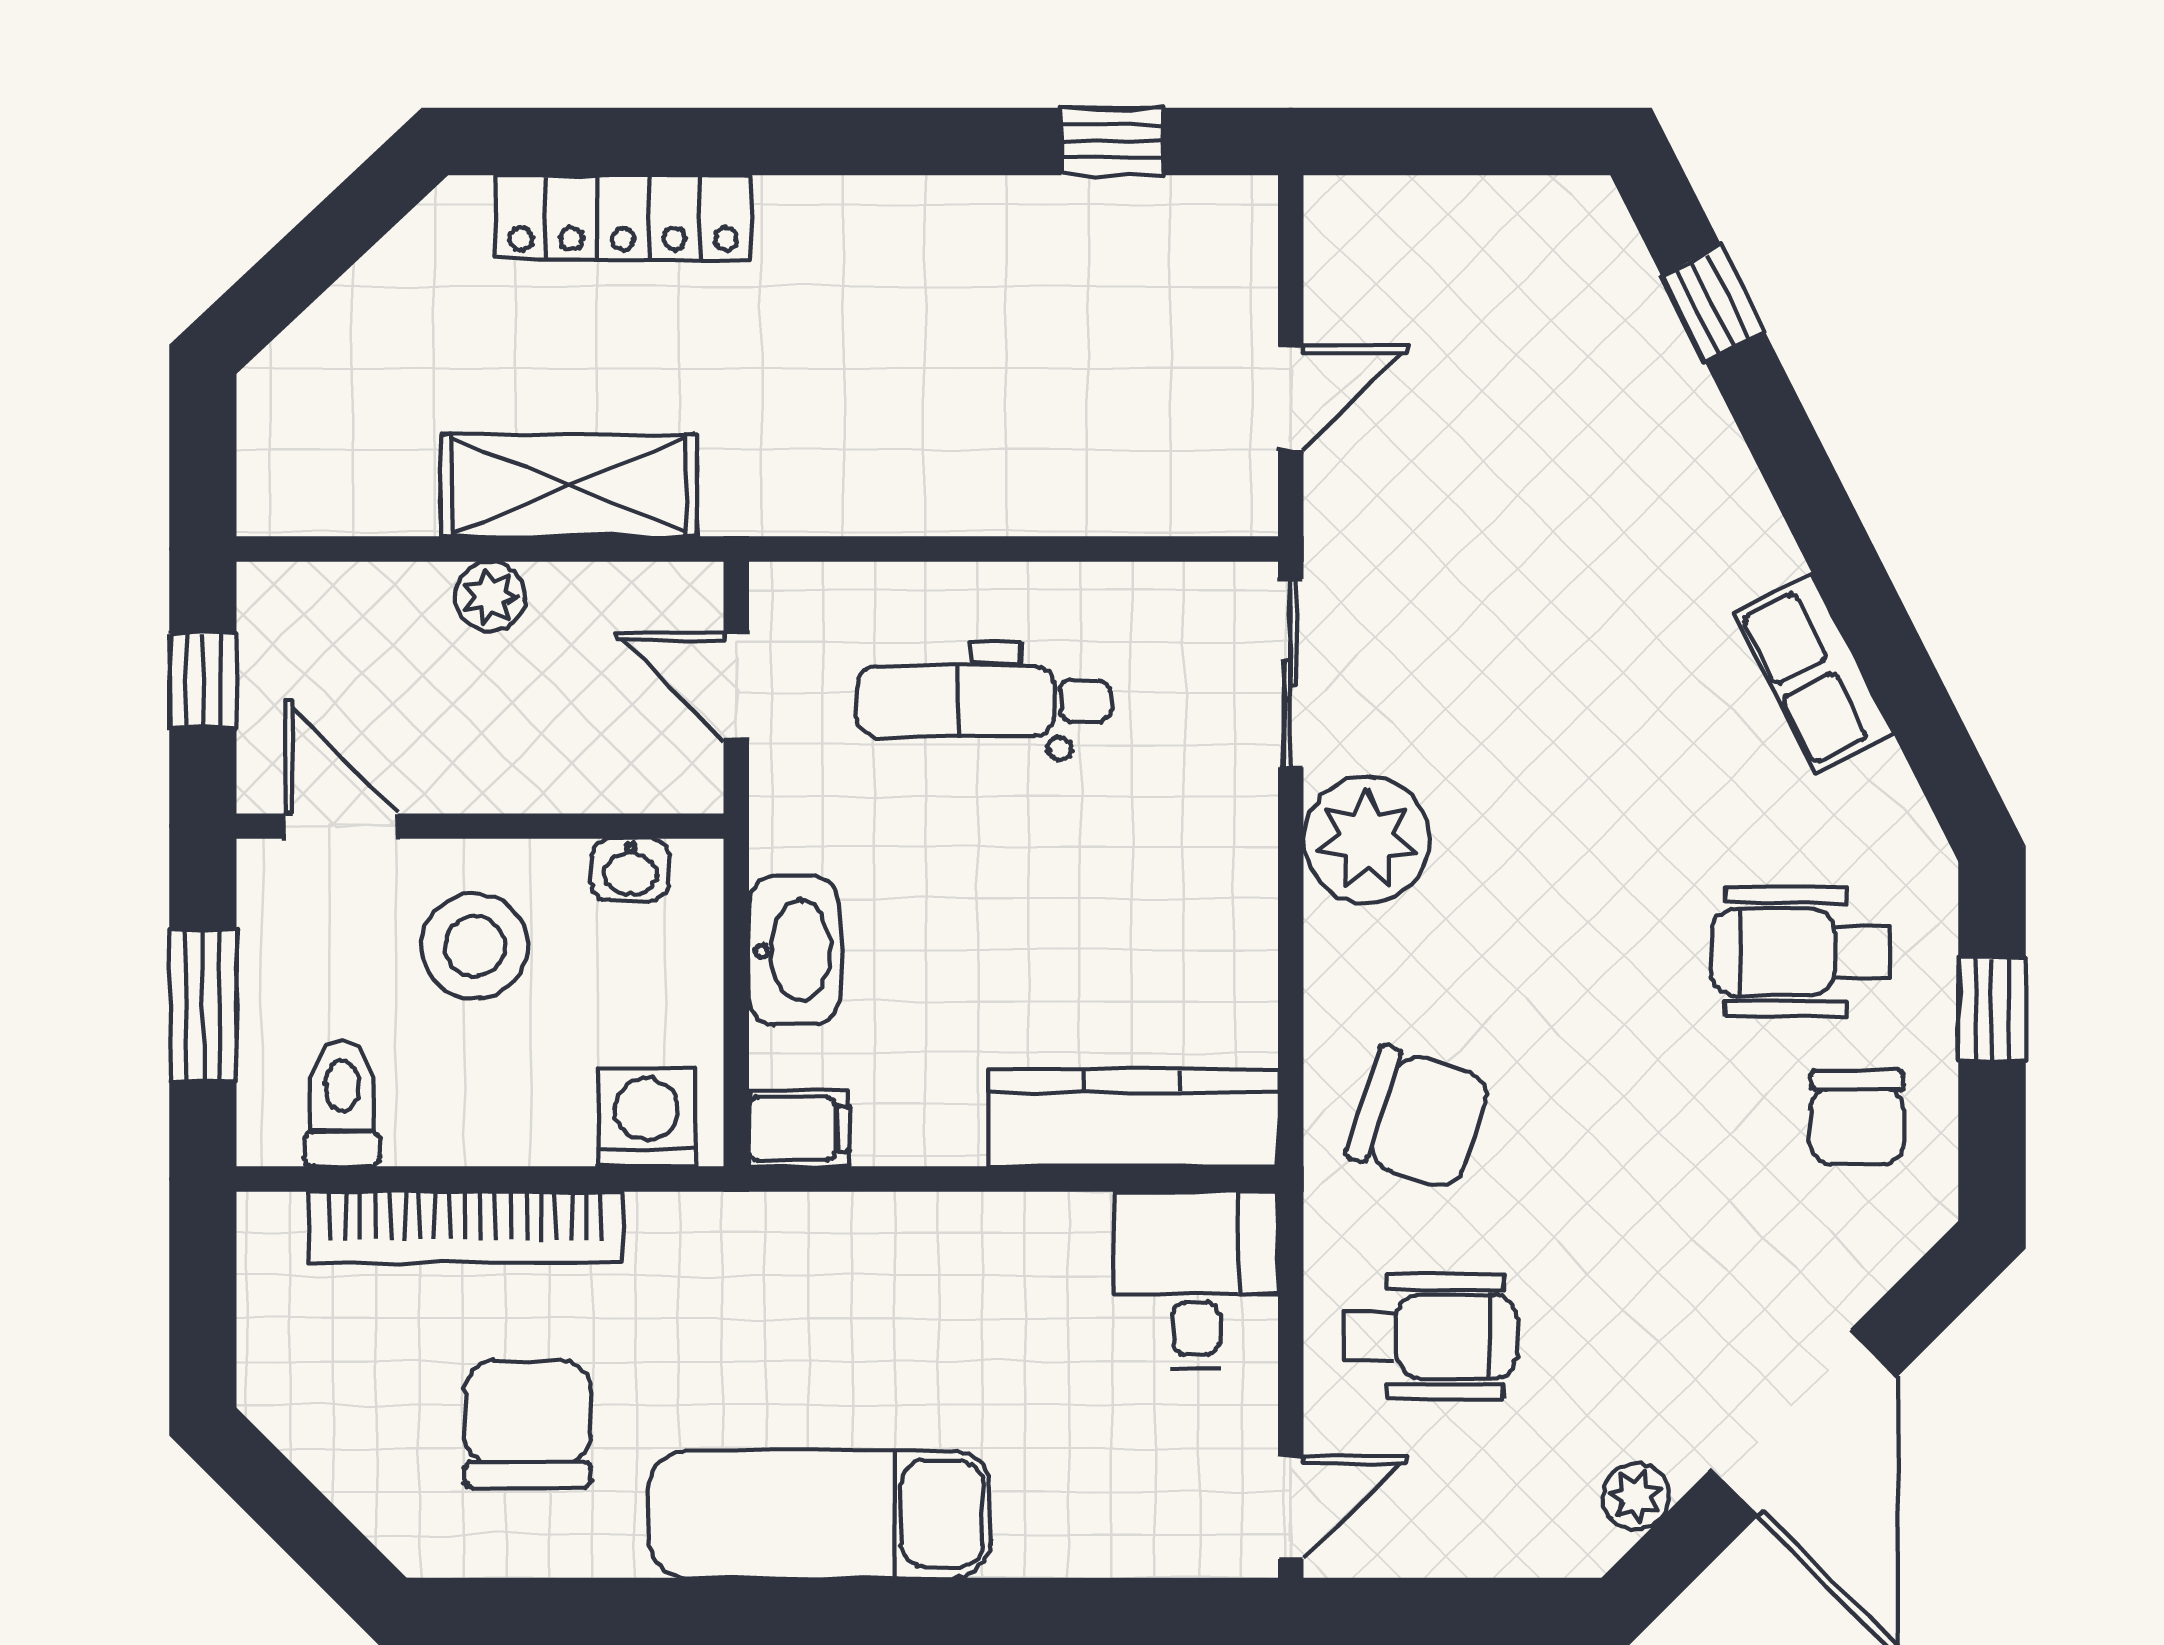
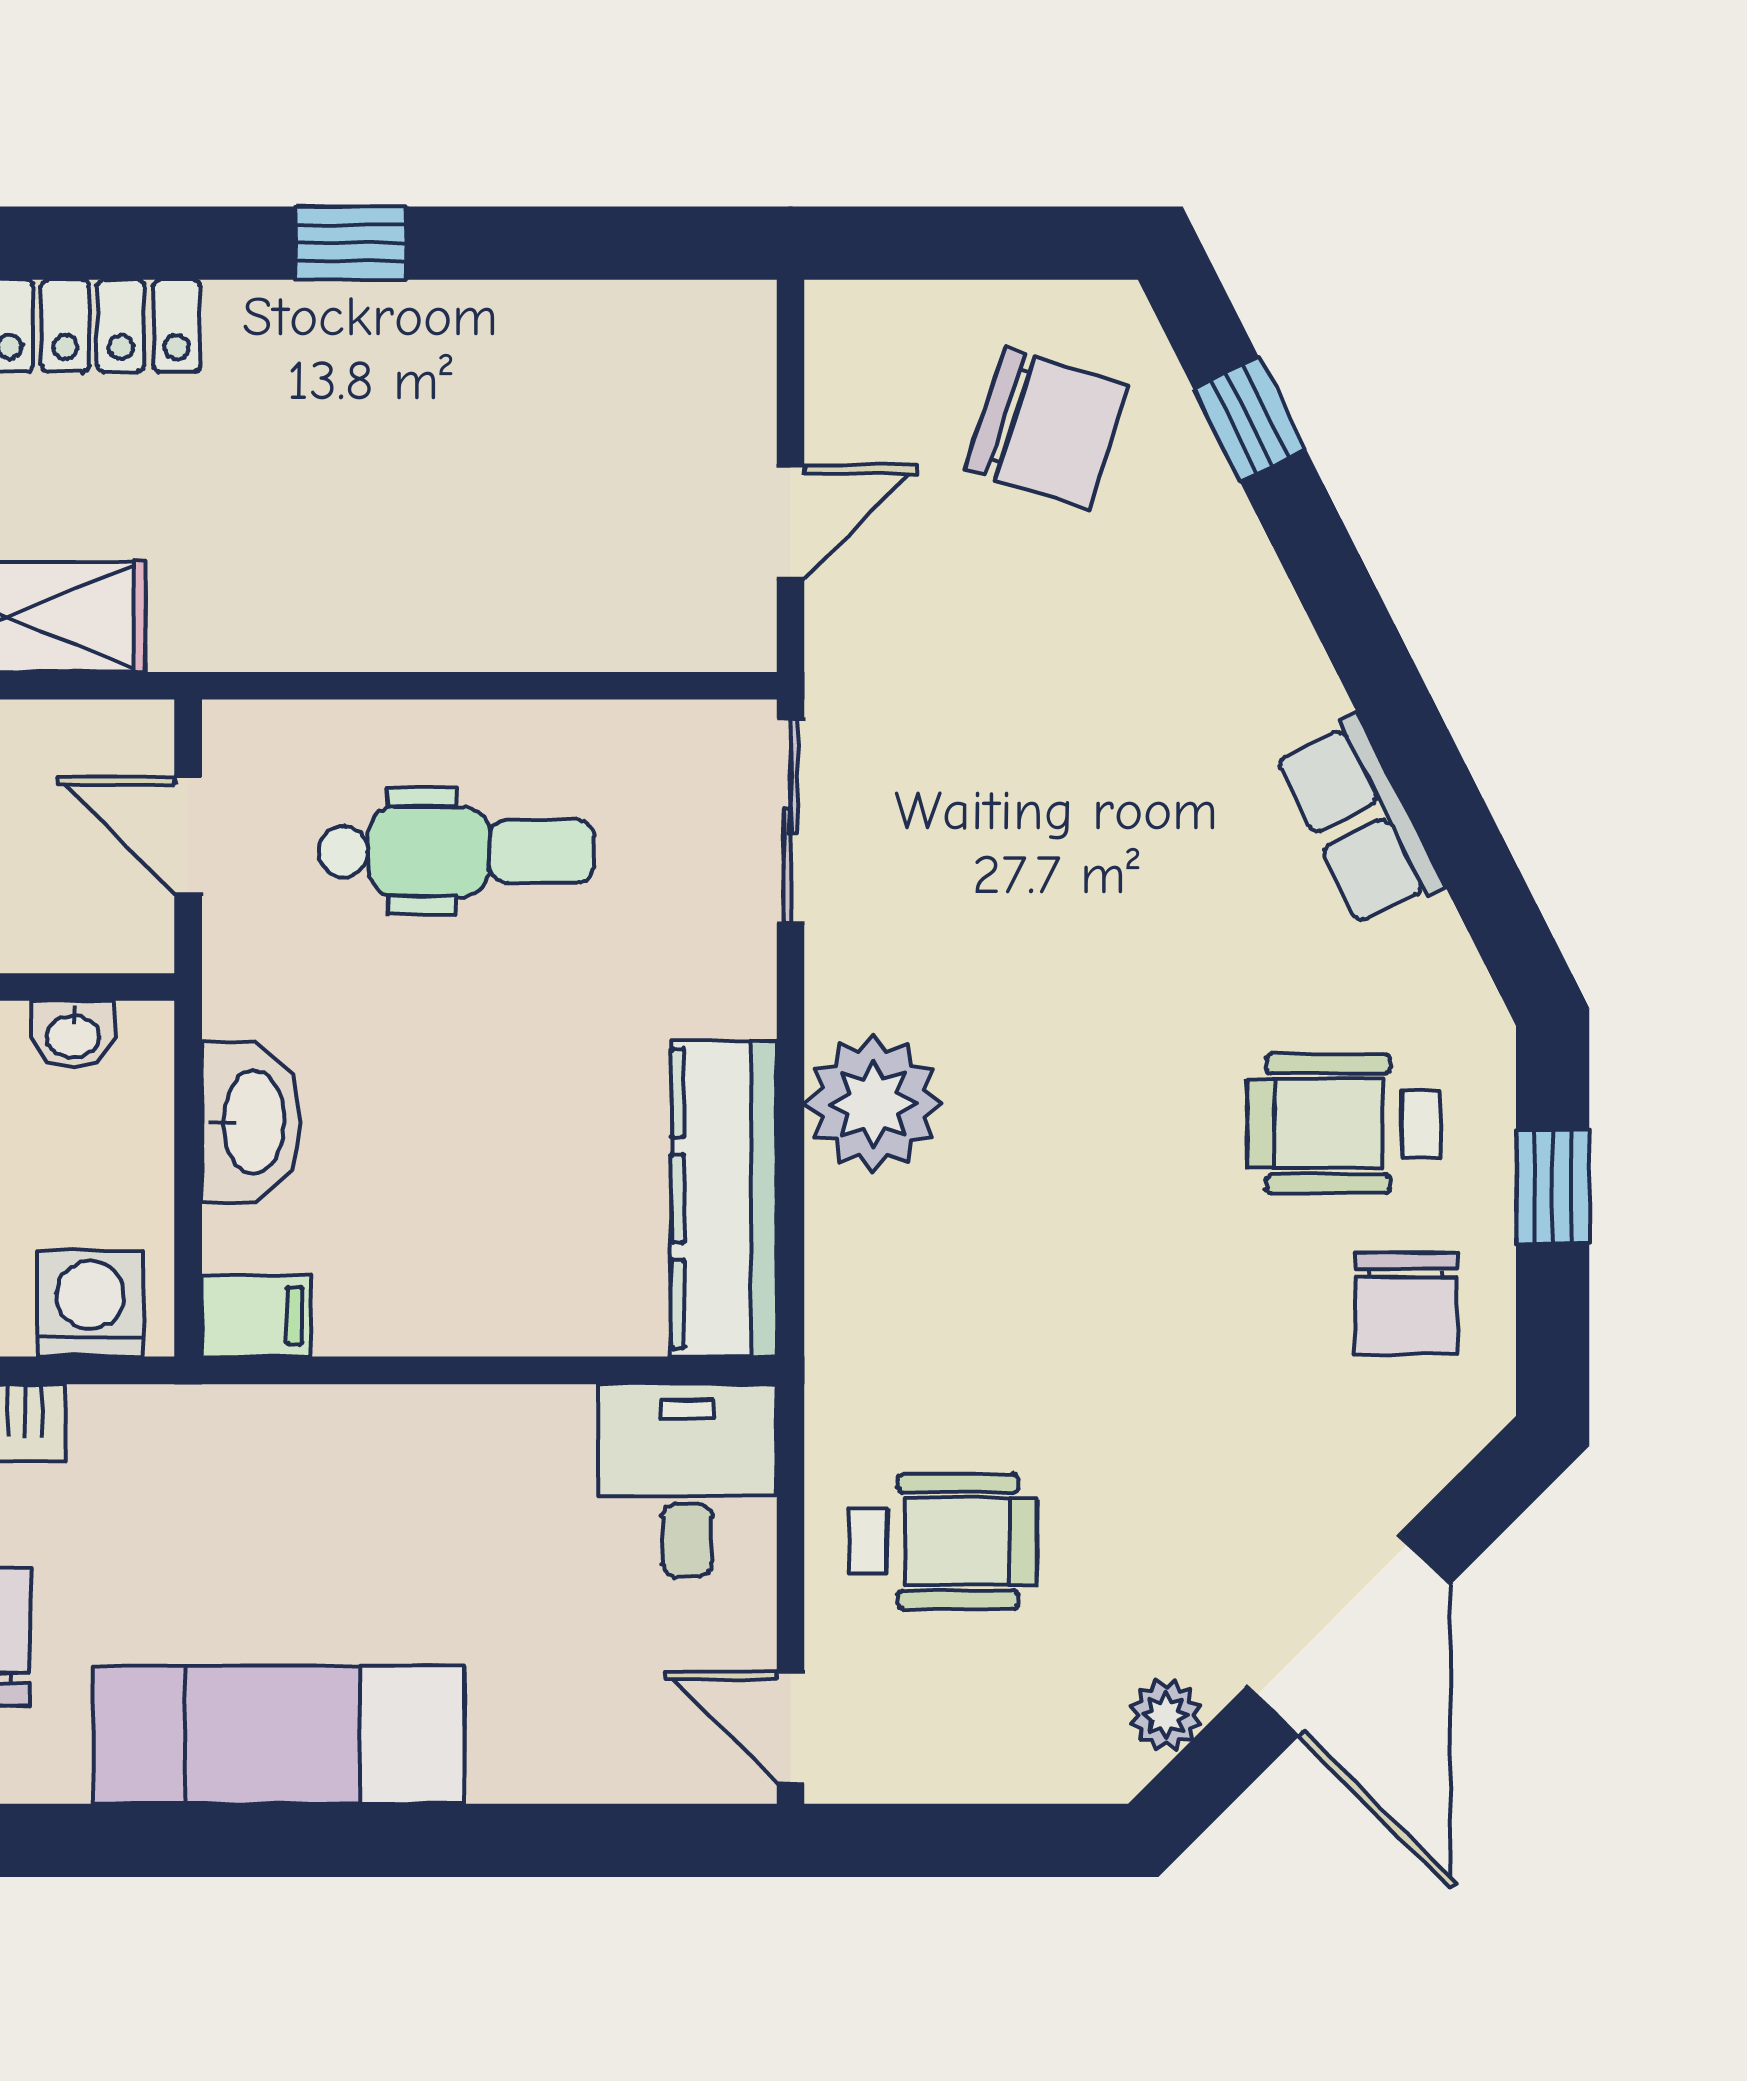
window: (1113, 142) -> (351, 243), moved
dental chair: (983, 701) -> (457, 851), turned 180
plant: (1367, 840) -> (873, 1104), moved
kitchen counter: (1133, 1118) -> (724, 1199), moved, turned -90
chair: (1418, 1118) -> (1047, 428), moved
door: (1291, 1508) -> (791, 1727), swing flipped

